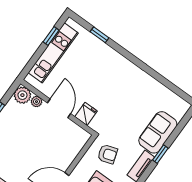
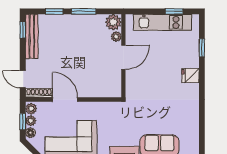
fridge: (86, 114) -> (191, 76), moved, turned 180
armchair: (108, 154) -> (115, 120), removed

